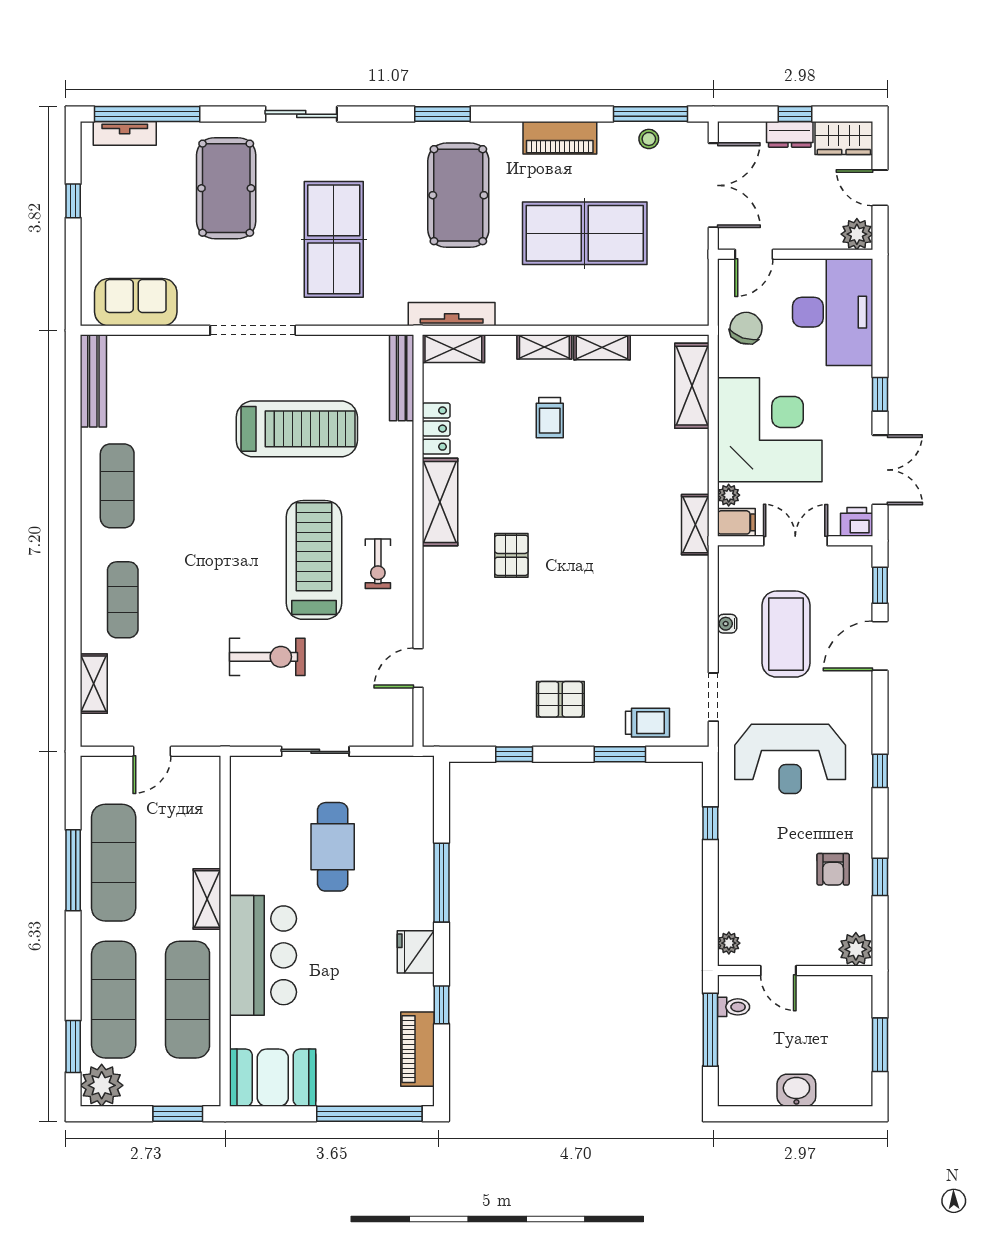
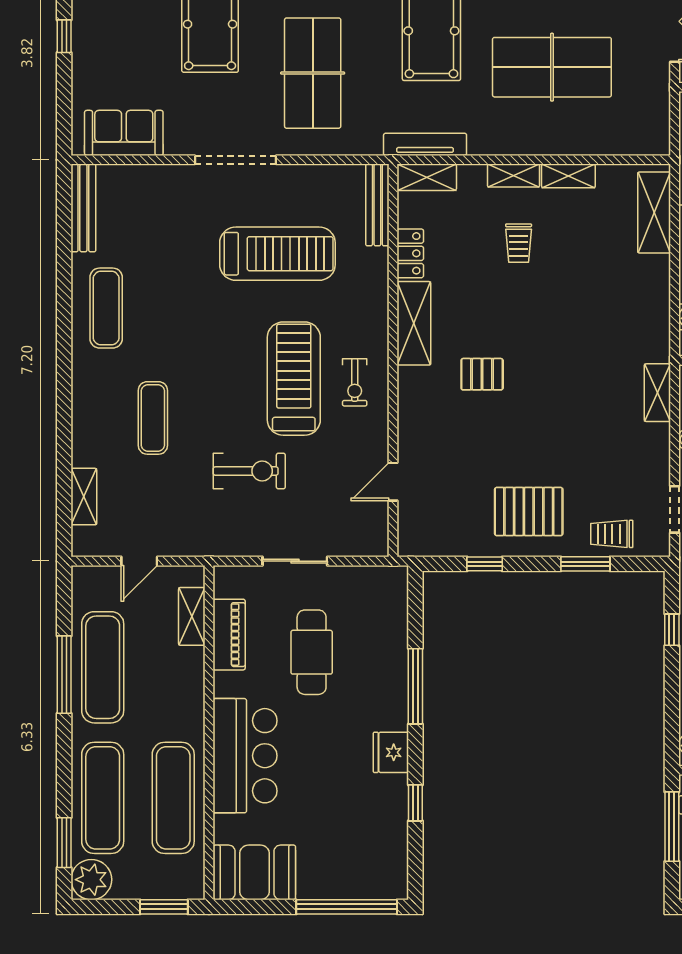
shelving: (695, 525) -> (657, 393), moved
pallet: (511, 555) -> (482, 374), turned 90
exercise mat: (123, 600) -> (153, 418), moved
pallet: (560, 699) -> (529, 512), width x1.50, depth x1.42
trolley: (647, 723) -> (612, 534), turned 180
shelving: (207, 899) -> (192, 616), moved
piano: (417, 1049) -> (229, 635), moved, turned 180

